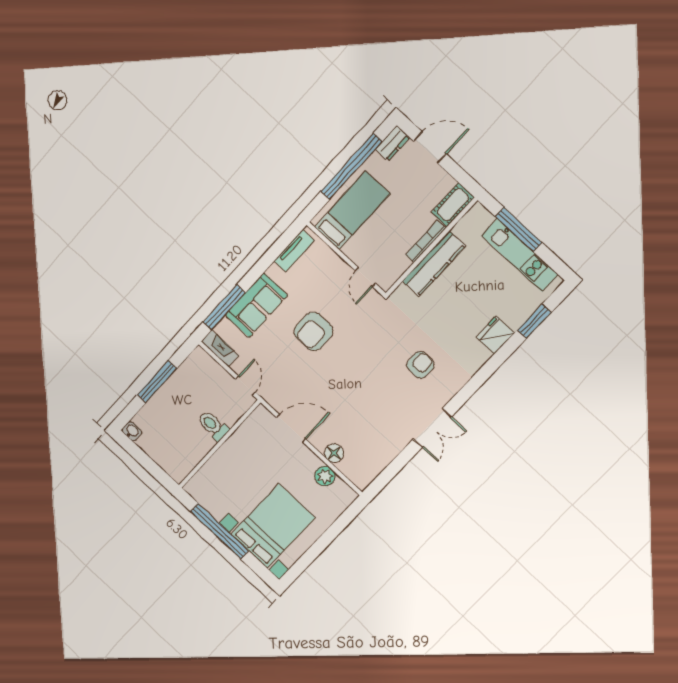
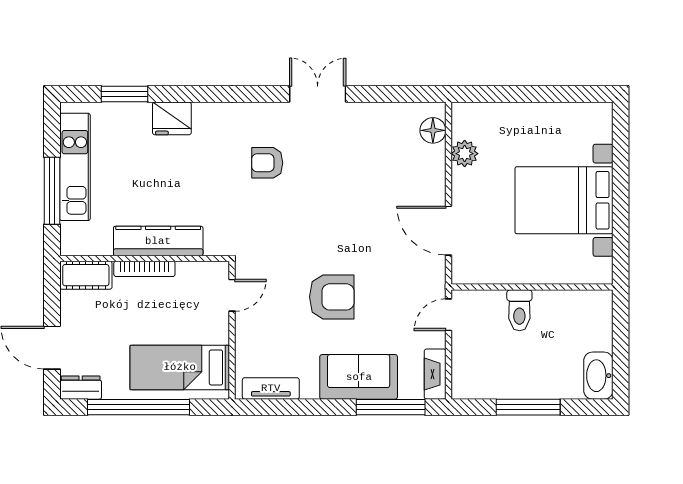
washbasin: (132, 431) -> (598, 376), width x1.91, depth x1.45
floor lamp: (334, 453) -> (433, 130), moved
bed with nightstands: (273, 526) -> (564, 200), moved
window: (219, 531) -> (621, 206), removed

